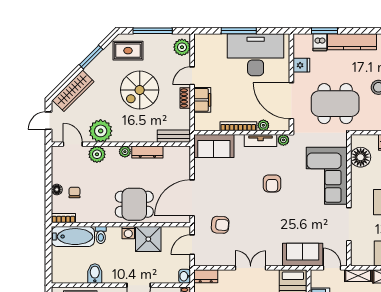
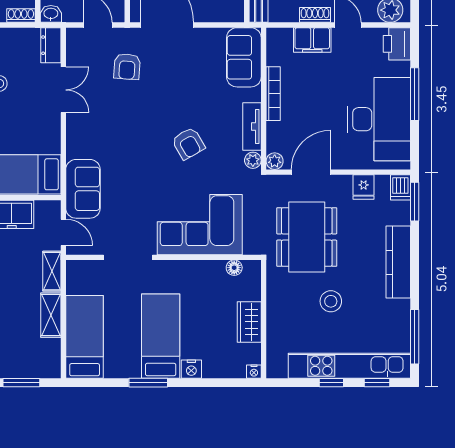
window: (325, 31) -> (415, 202), moved
dishwasher: (320, 42) -> (400, 187), moved, turned -90
printer: (205, 43) -> (397, 44), added
door: (291, 101) -> (311, 172), width x0.73
plant: (263, 125) -> (275, 161), moved
floor lamp: (361, 157) -> (234, 268), width x0.53, depth x0.53
armchair: (272, 183) -> (188, 143), turned -120
double door: (251, 268) -> (63, 90), moved
door: (332, 268) -> (63, 232), hinge flipped

